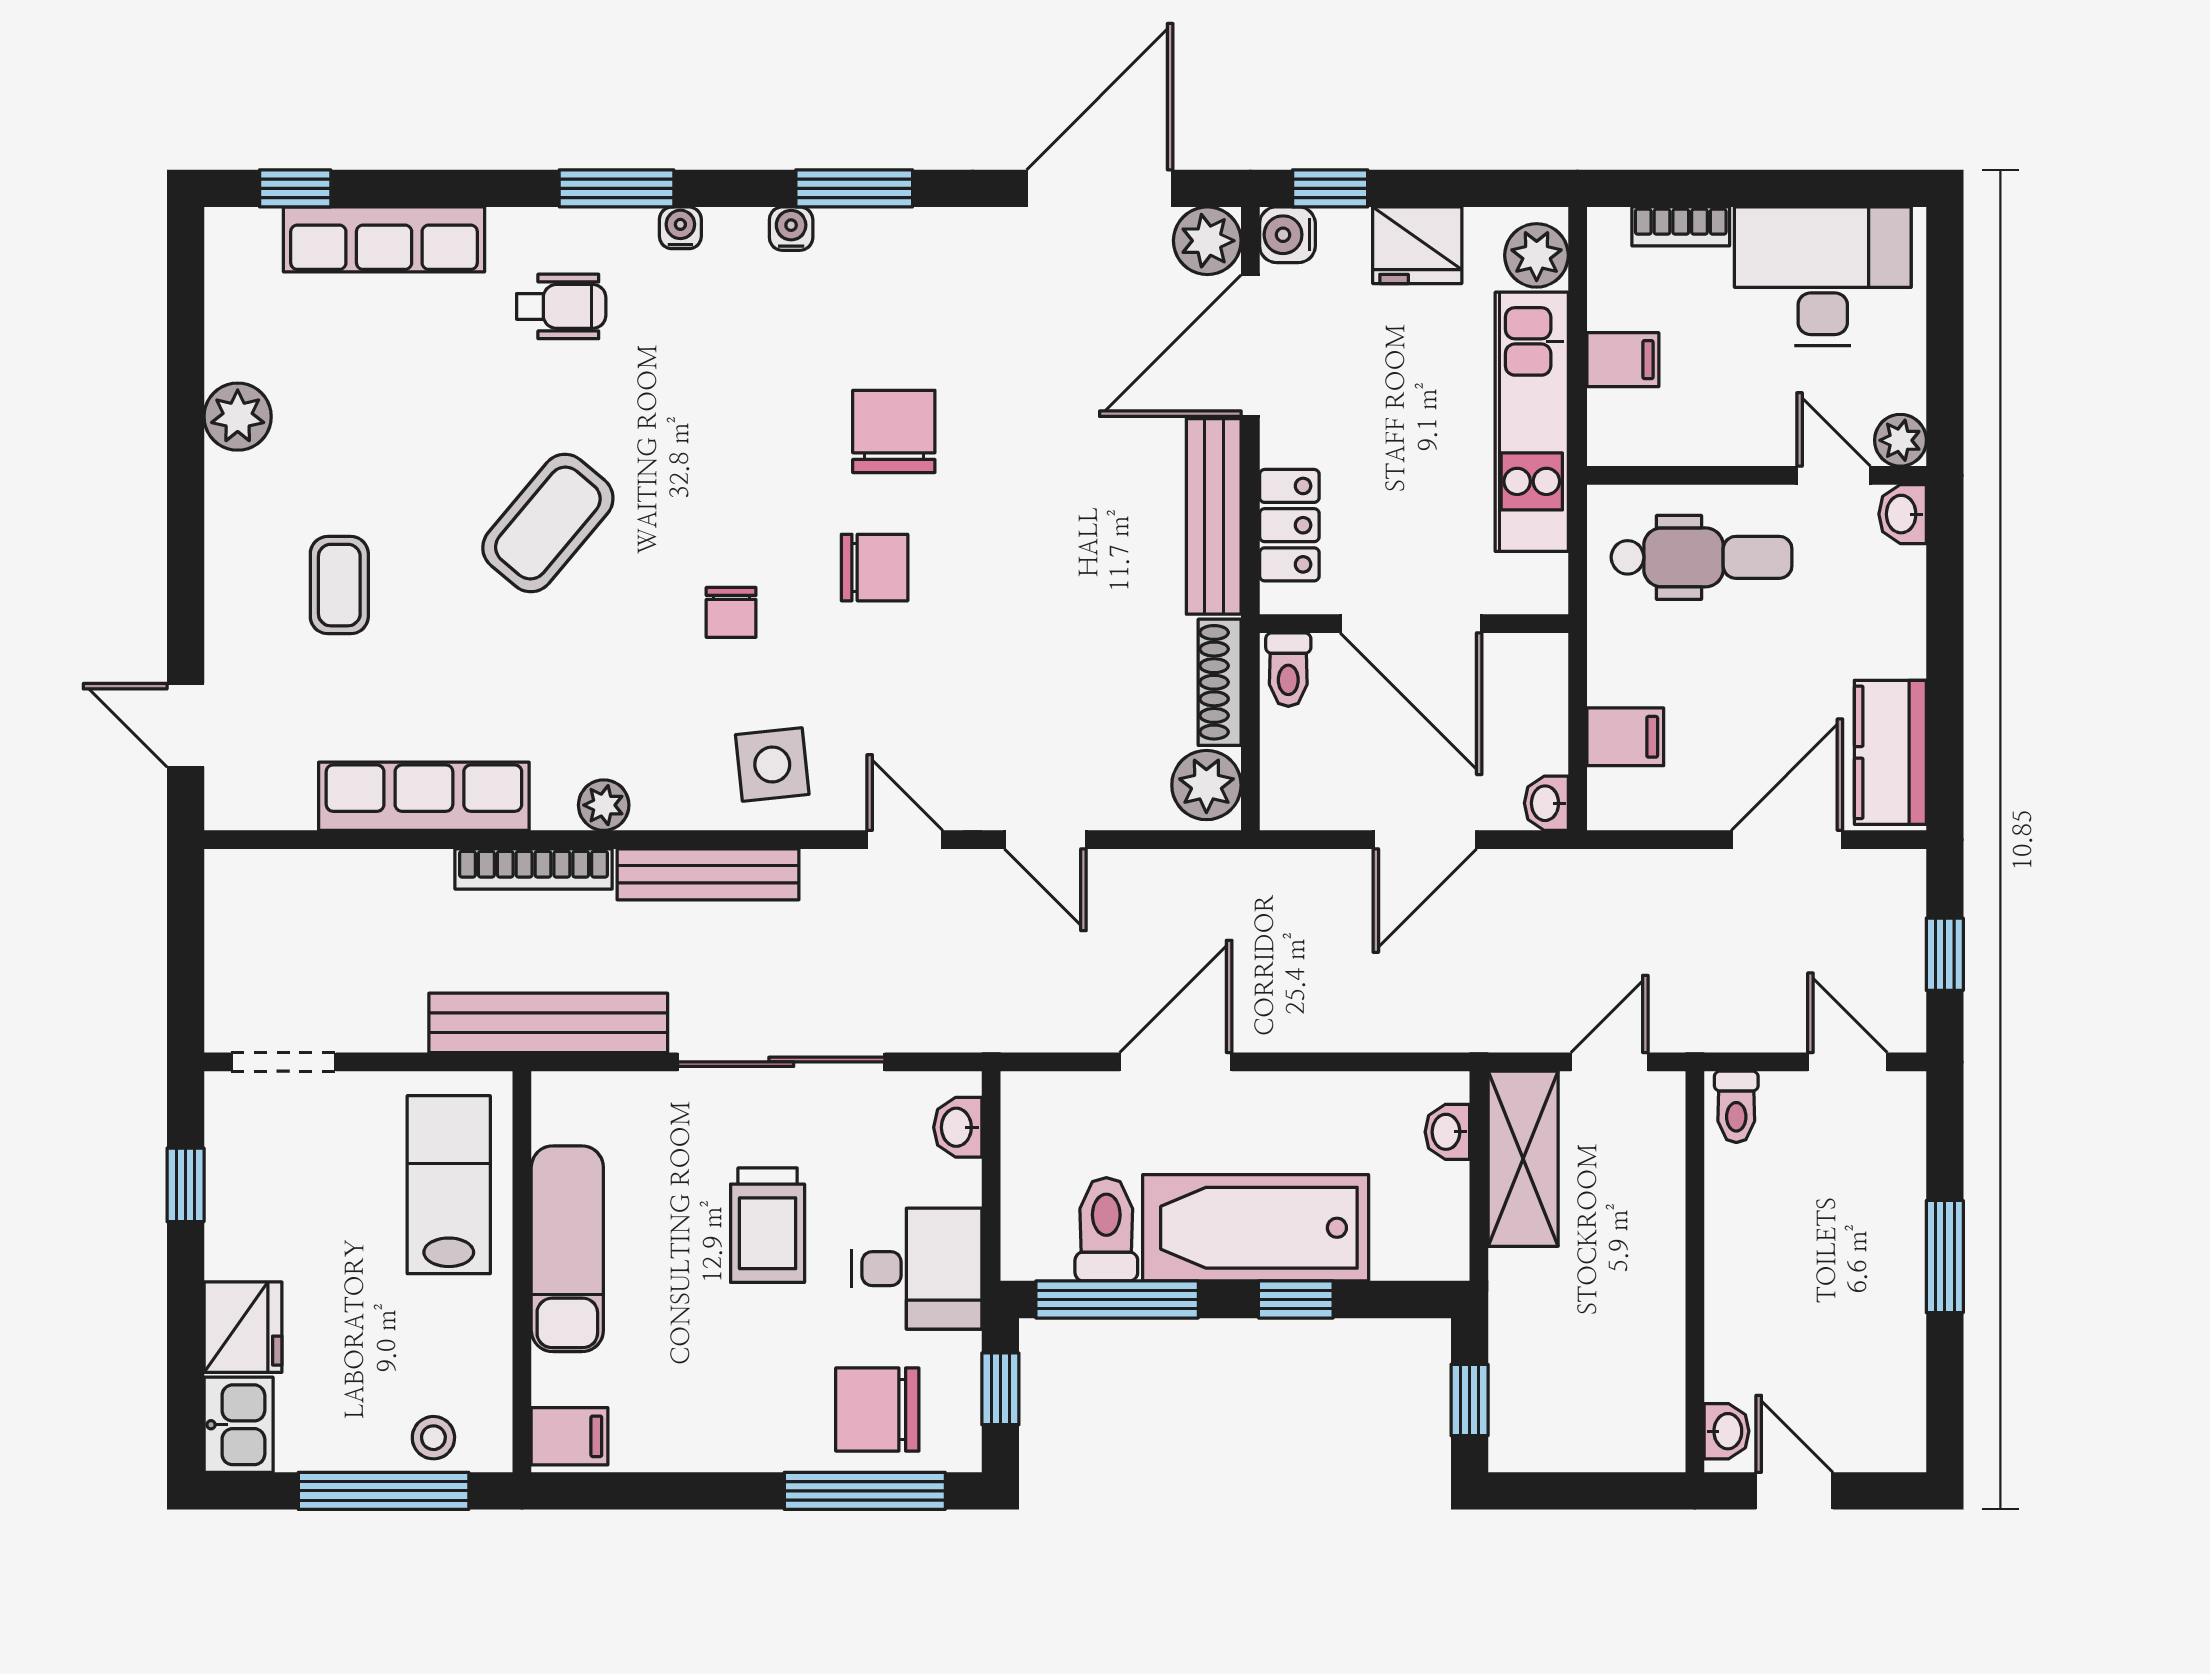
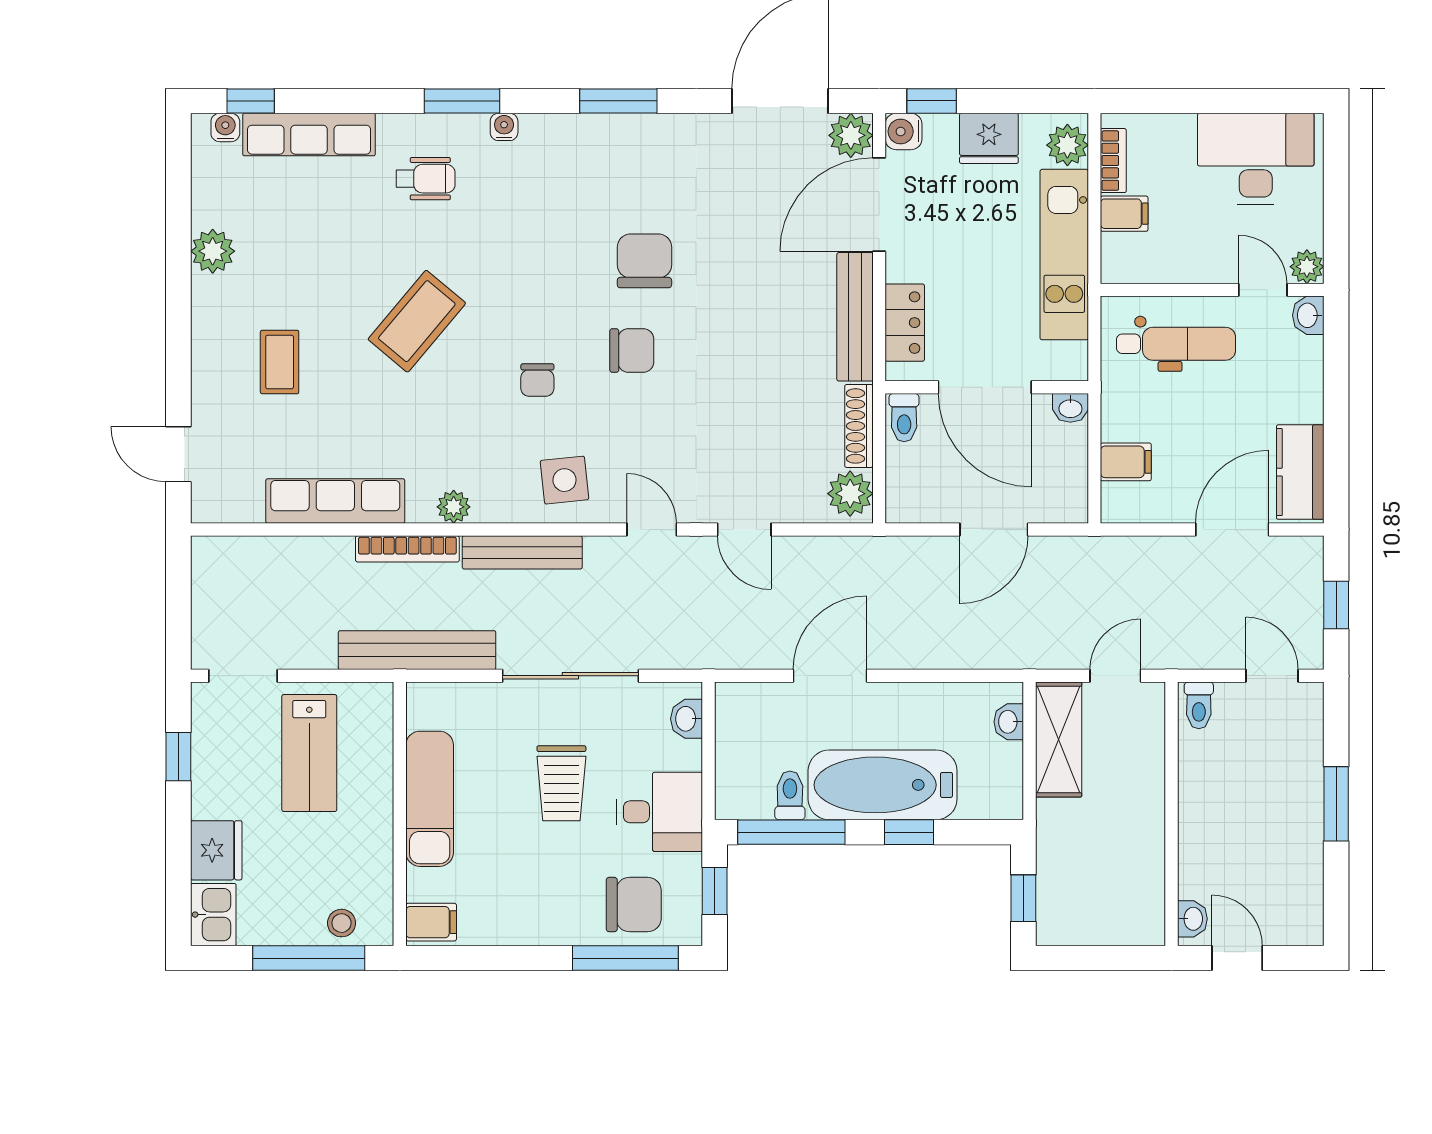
bookcase: (1681, 226) -> (1113, 161), moved, turned -90
water cooler: (791, 229) -> (225, 127), moved
washbasin: (1546, 803) -> (1070, 408), moved, turned -90
lab bench: (449, 1185) -> (309, 753), moved, turned 180
toilet: (1106, 1229) -> (790, 795), width x0.73, depth x0.72
chair: (877, 1410) -> (634, 905), turned 180

